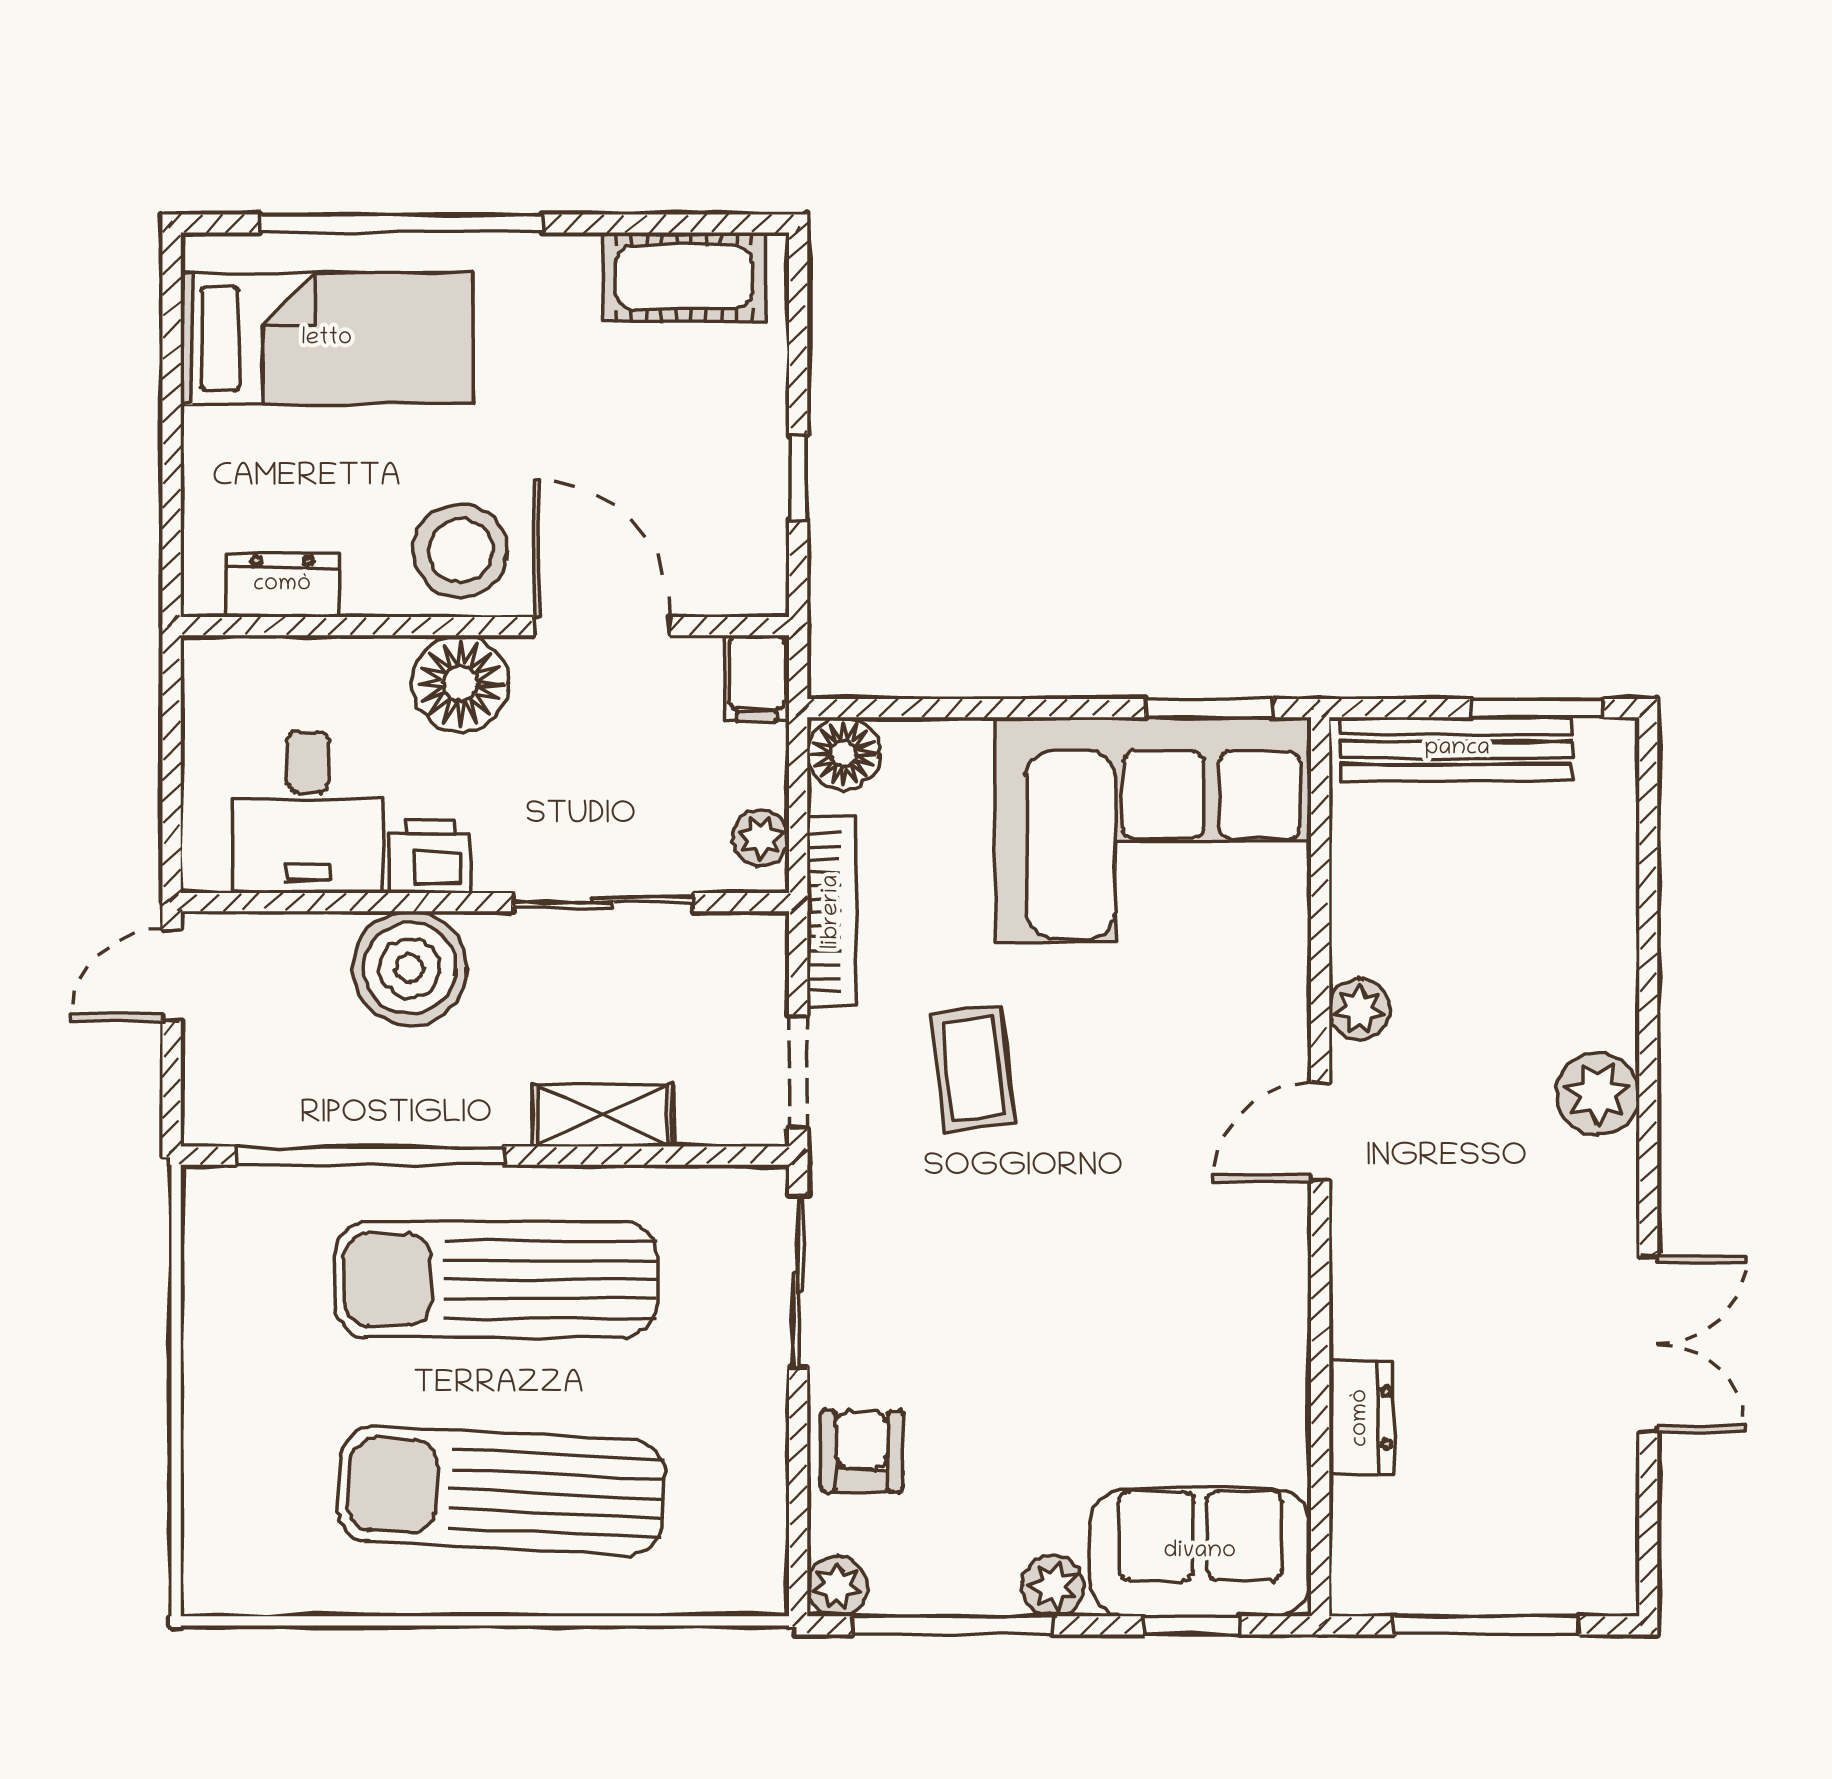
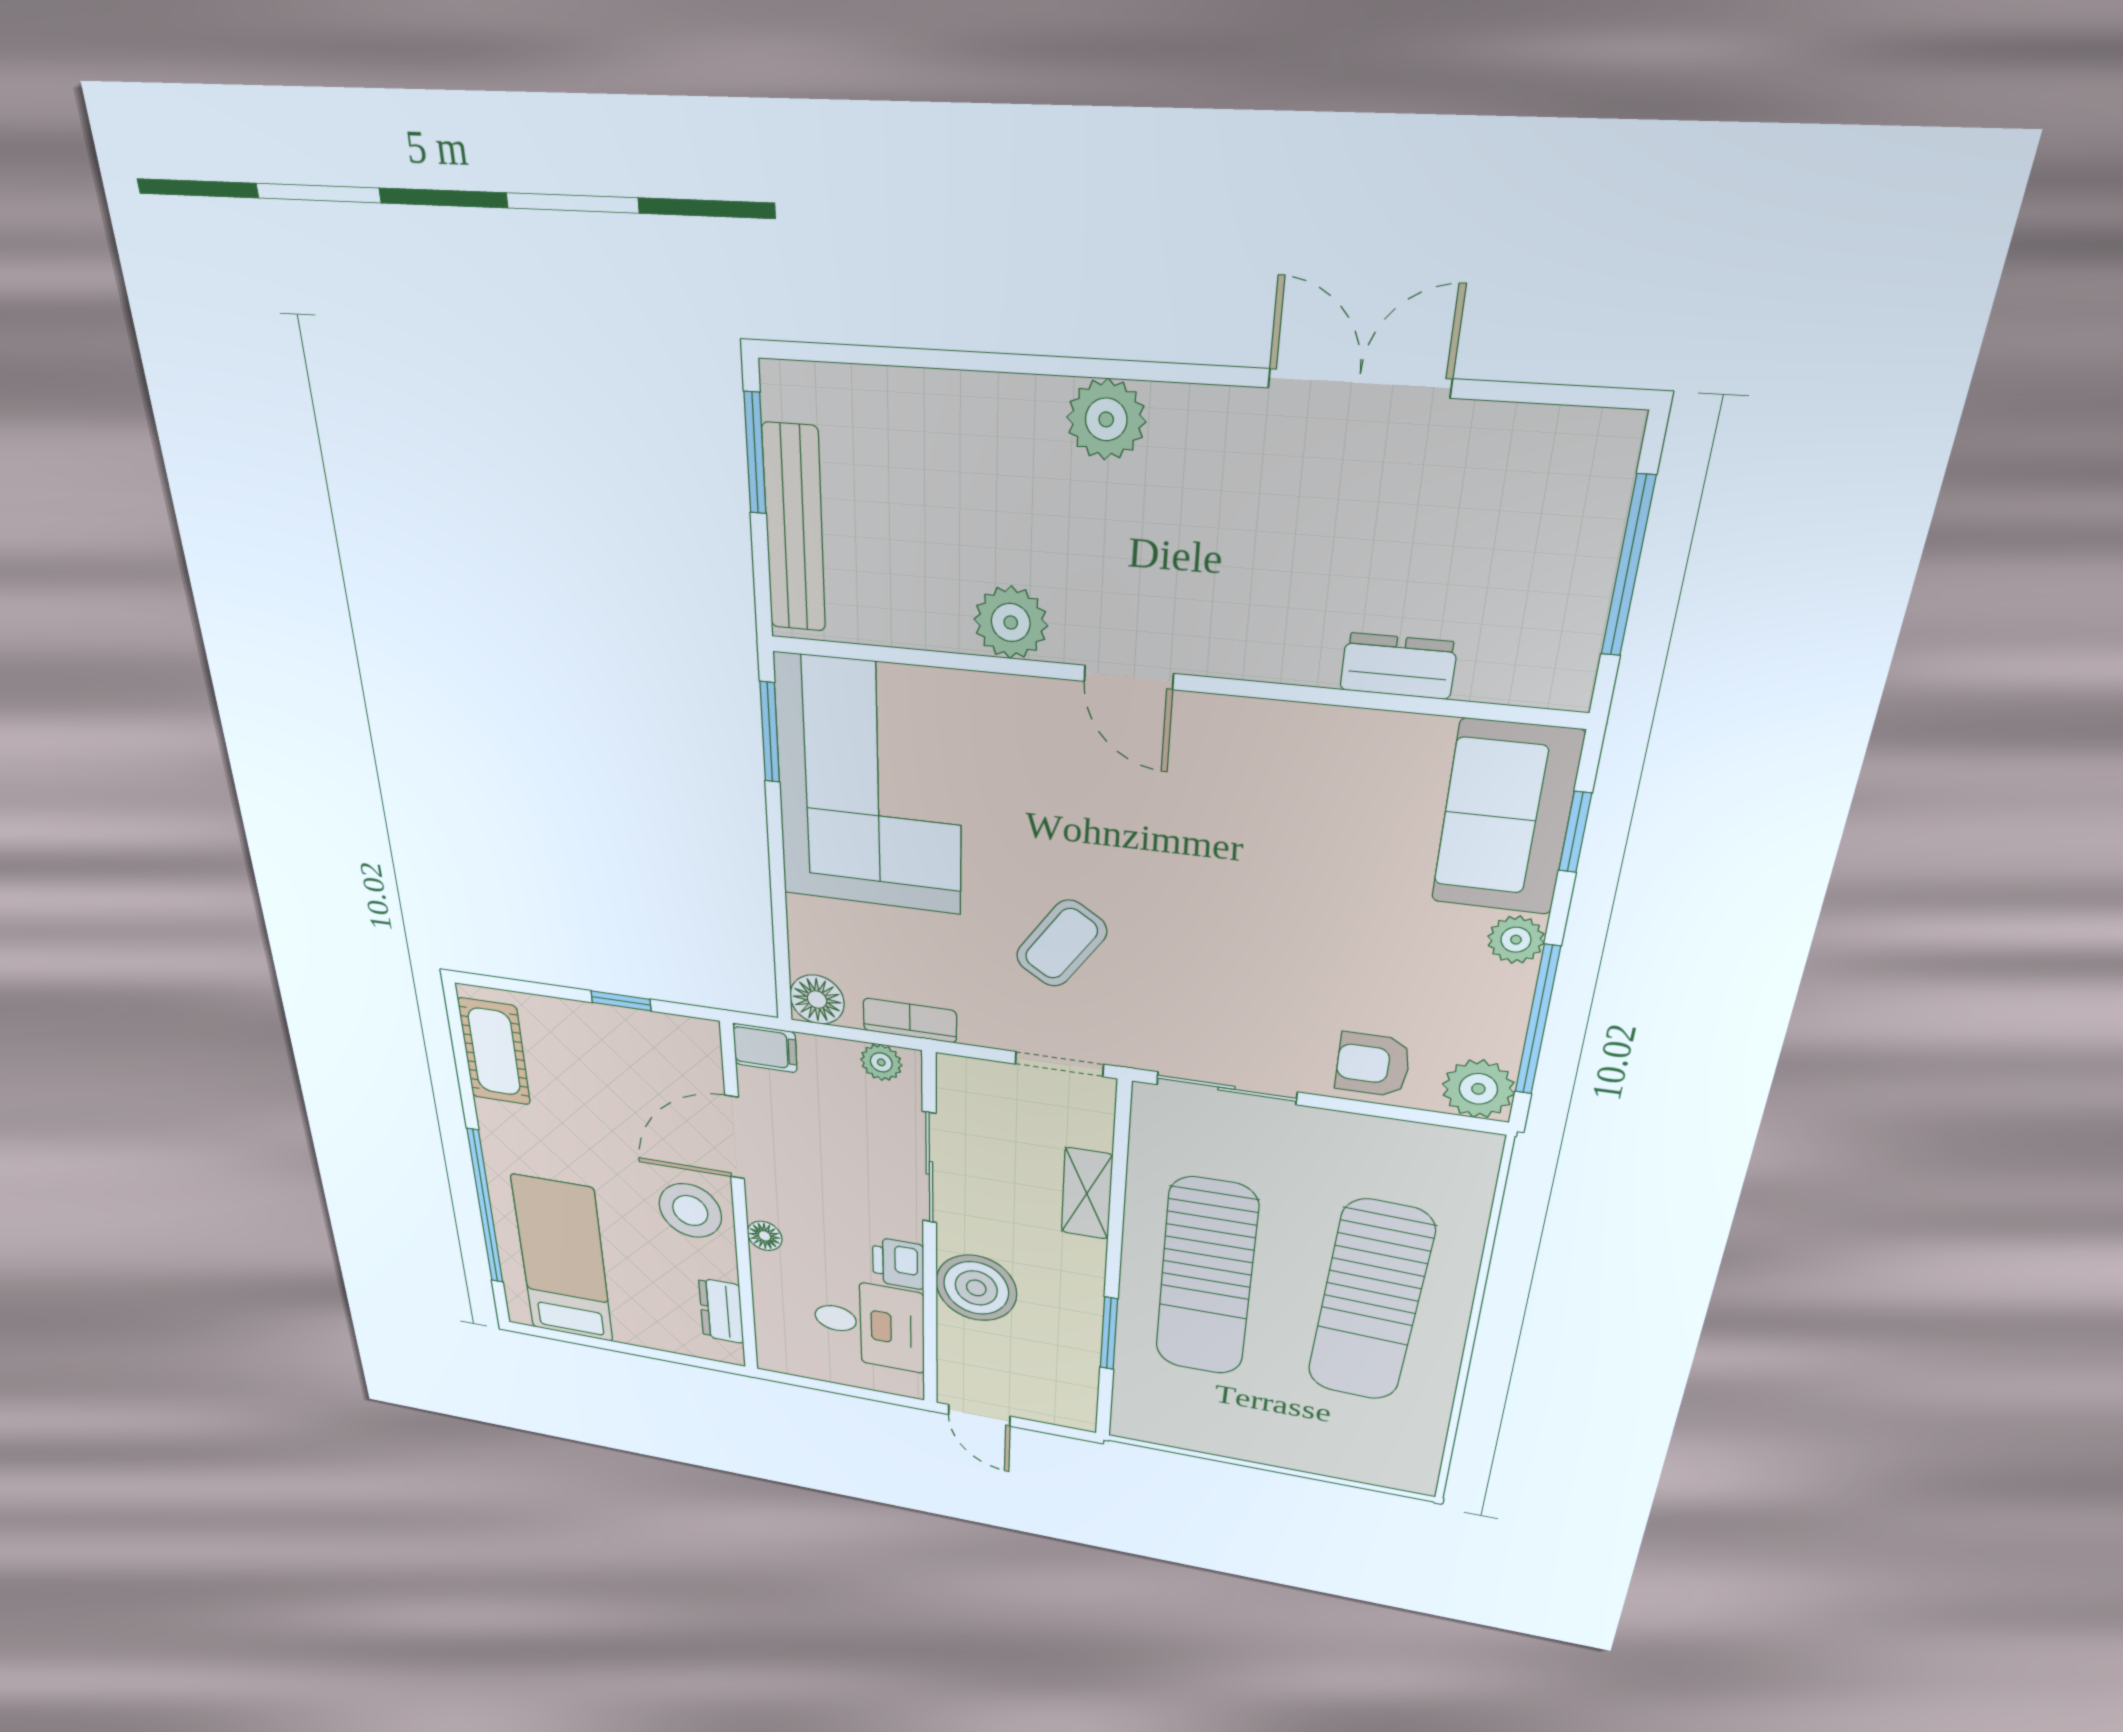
floor lamp: (460, 684) -> (765, 1236), width x0.53, depth x0.53
bookcase: (832, 912) -> (910, 1021), width x0.64
plant: (1360, 1009) -> (1011, 622), width x1.38, depth x1.38
coffee table: (973, 1069) -> (1061, 943), turned -49
window: (370, 1156) -> (1109, 1333), width x0.47
plant: (837, 1586) -> (1478, 1089), width x1.38, depth x1.38

